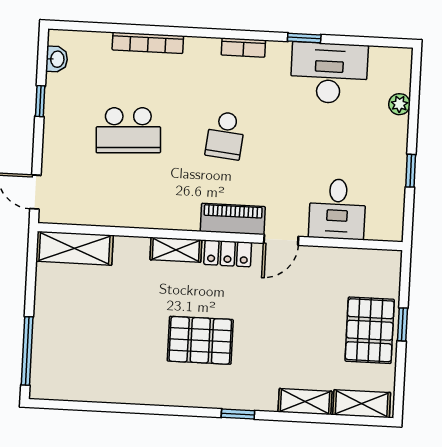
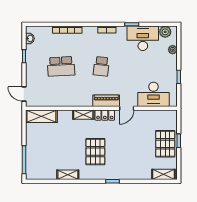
plant: (384, 60) -> (165, 32), added
desk: (337, 209) -> (153, 94), width x1.37
pallet: (200, 340) -> (95, 152), turned 90
shelving: (305, 402) -> (68, 175), moved

